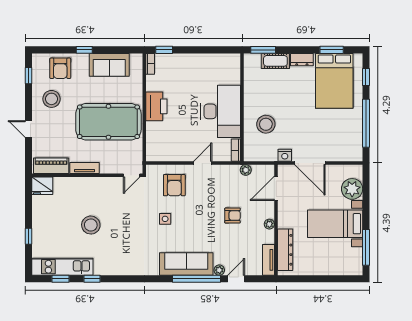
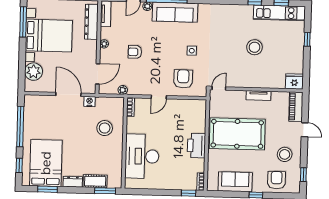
desk: (221, 111) -> (142, 156), moved
piano: (51, 166) -> (296, 107), moved, turned 90
bed with nightstands: (335, 224) -> (49, 36), width x1.36

